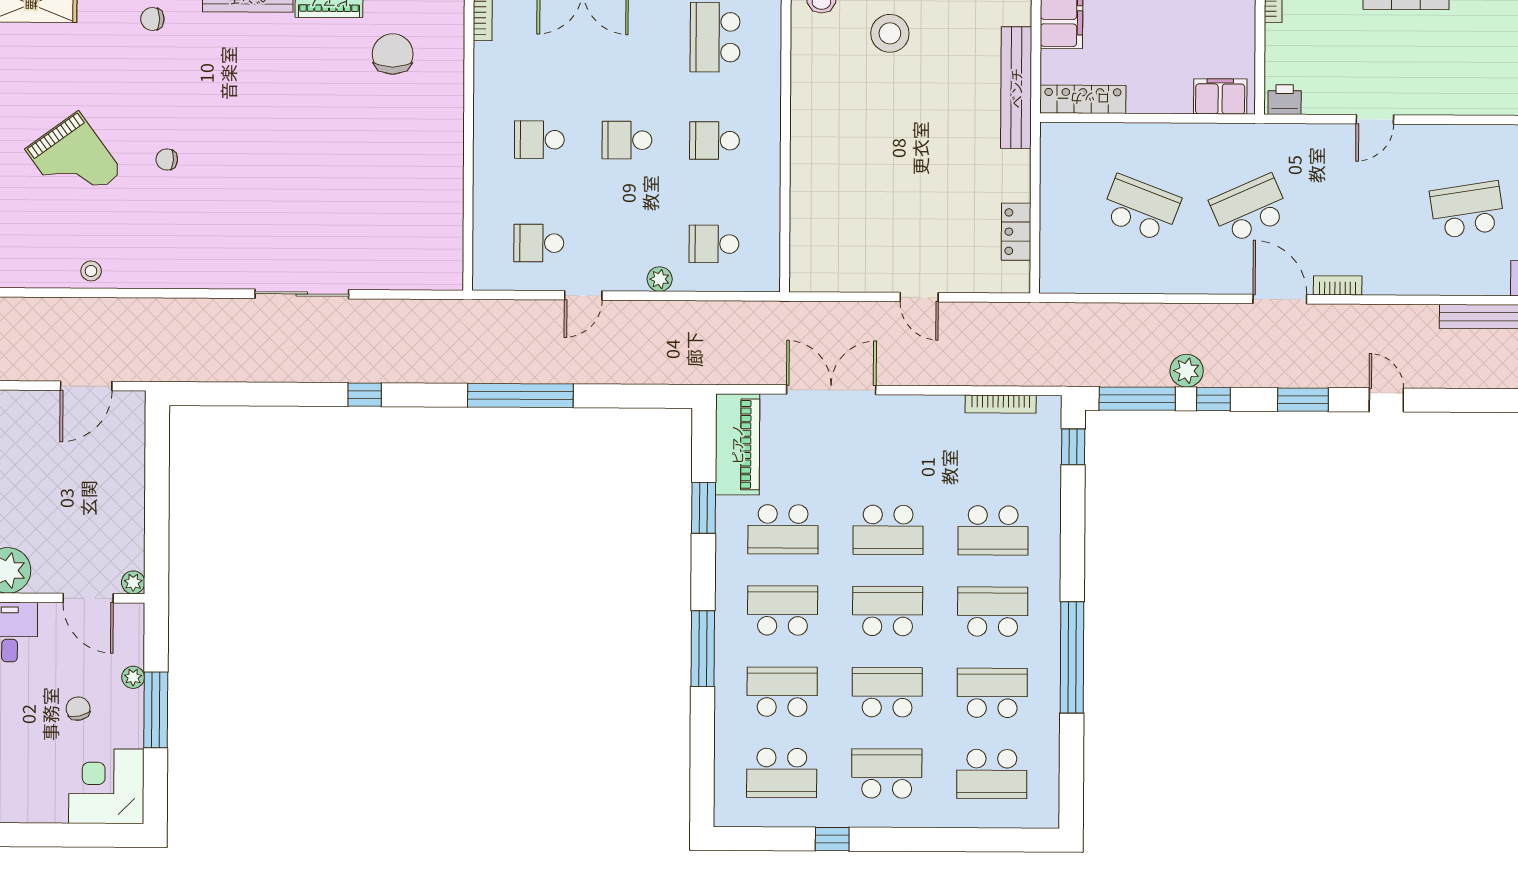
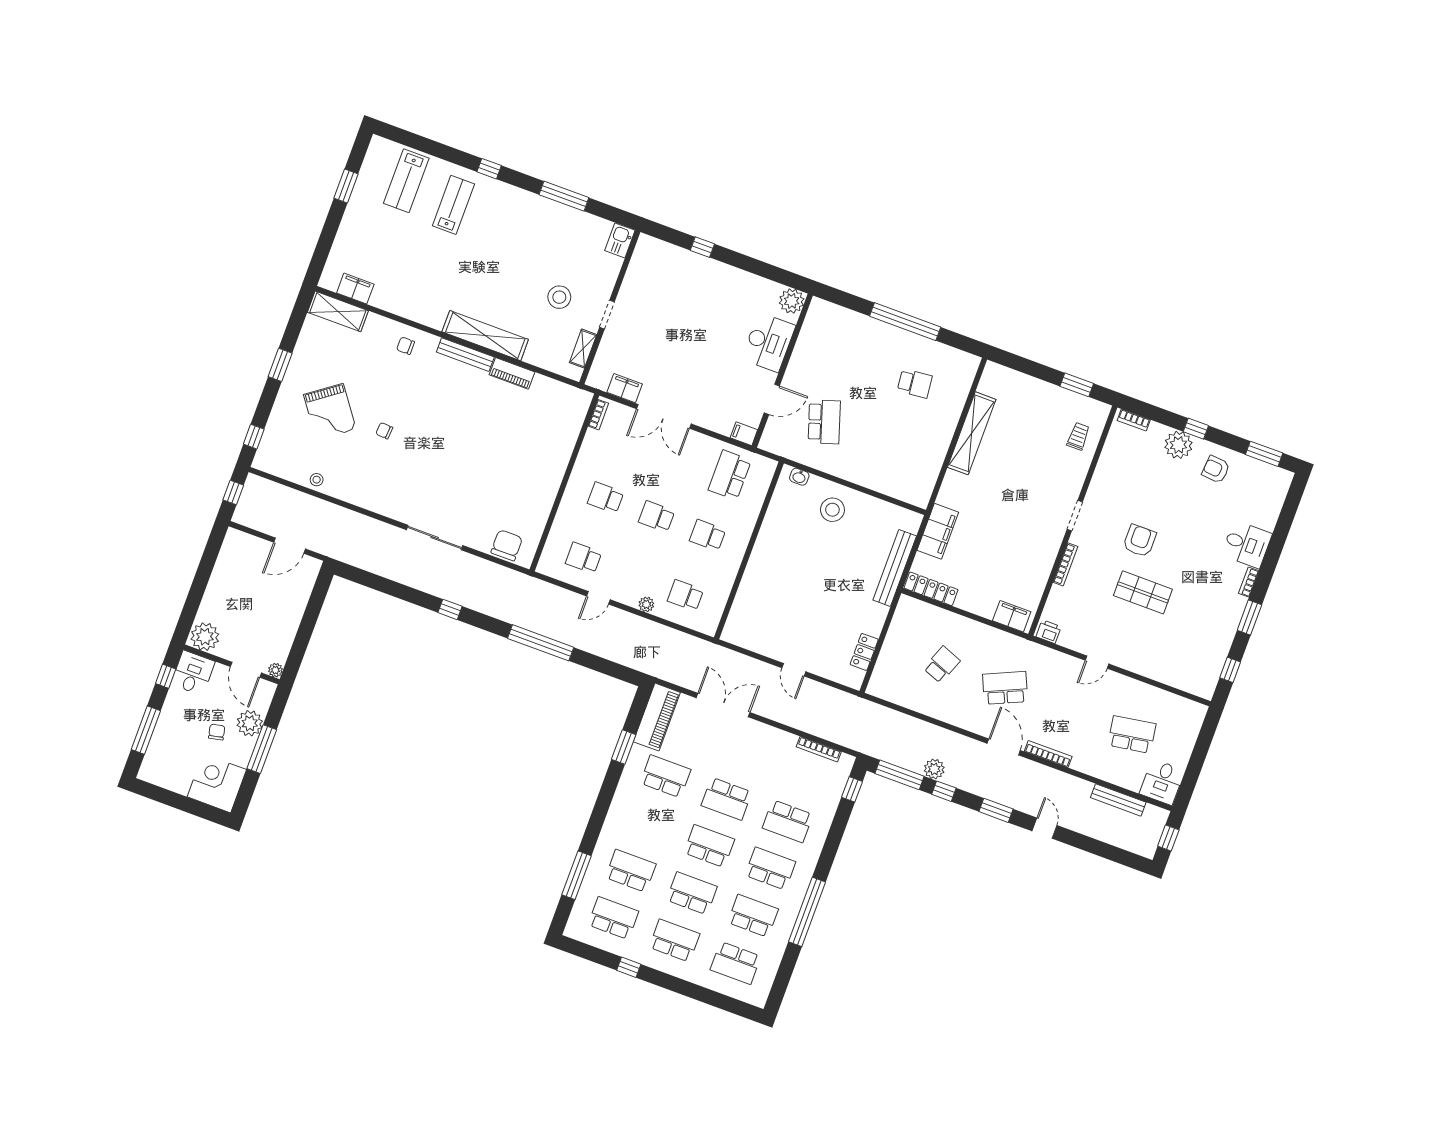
chair: (393, 54) -> (507, 545), moved
school desk: (1141, 208) -> (942, 665), width x0.54
bookcase: (1338, 285) -> (1048, 754), width x1.56
school desk: (783, 529) -> (665, 776), turned 180
school desk: (783, 611) -> (648, 824), removed
window: (703, 649) -> (576, 875), moved
plant: (133, 677) -> (250, 723), width x1.88, depth x1.88
school desk: (782, 773) -> (613, 918), turned 180

